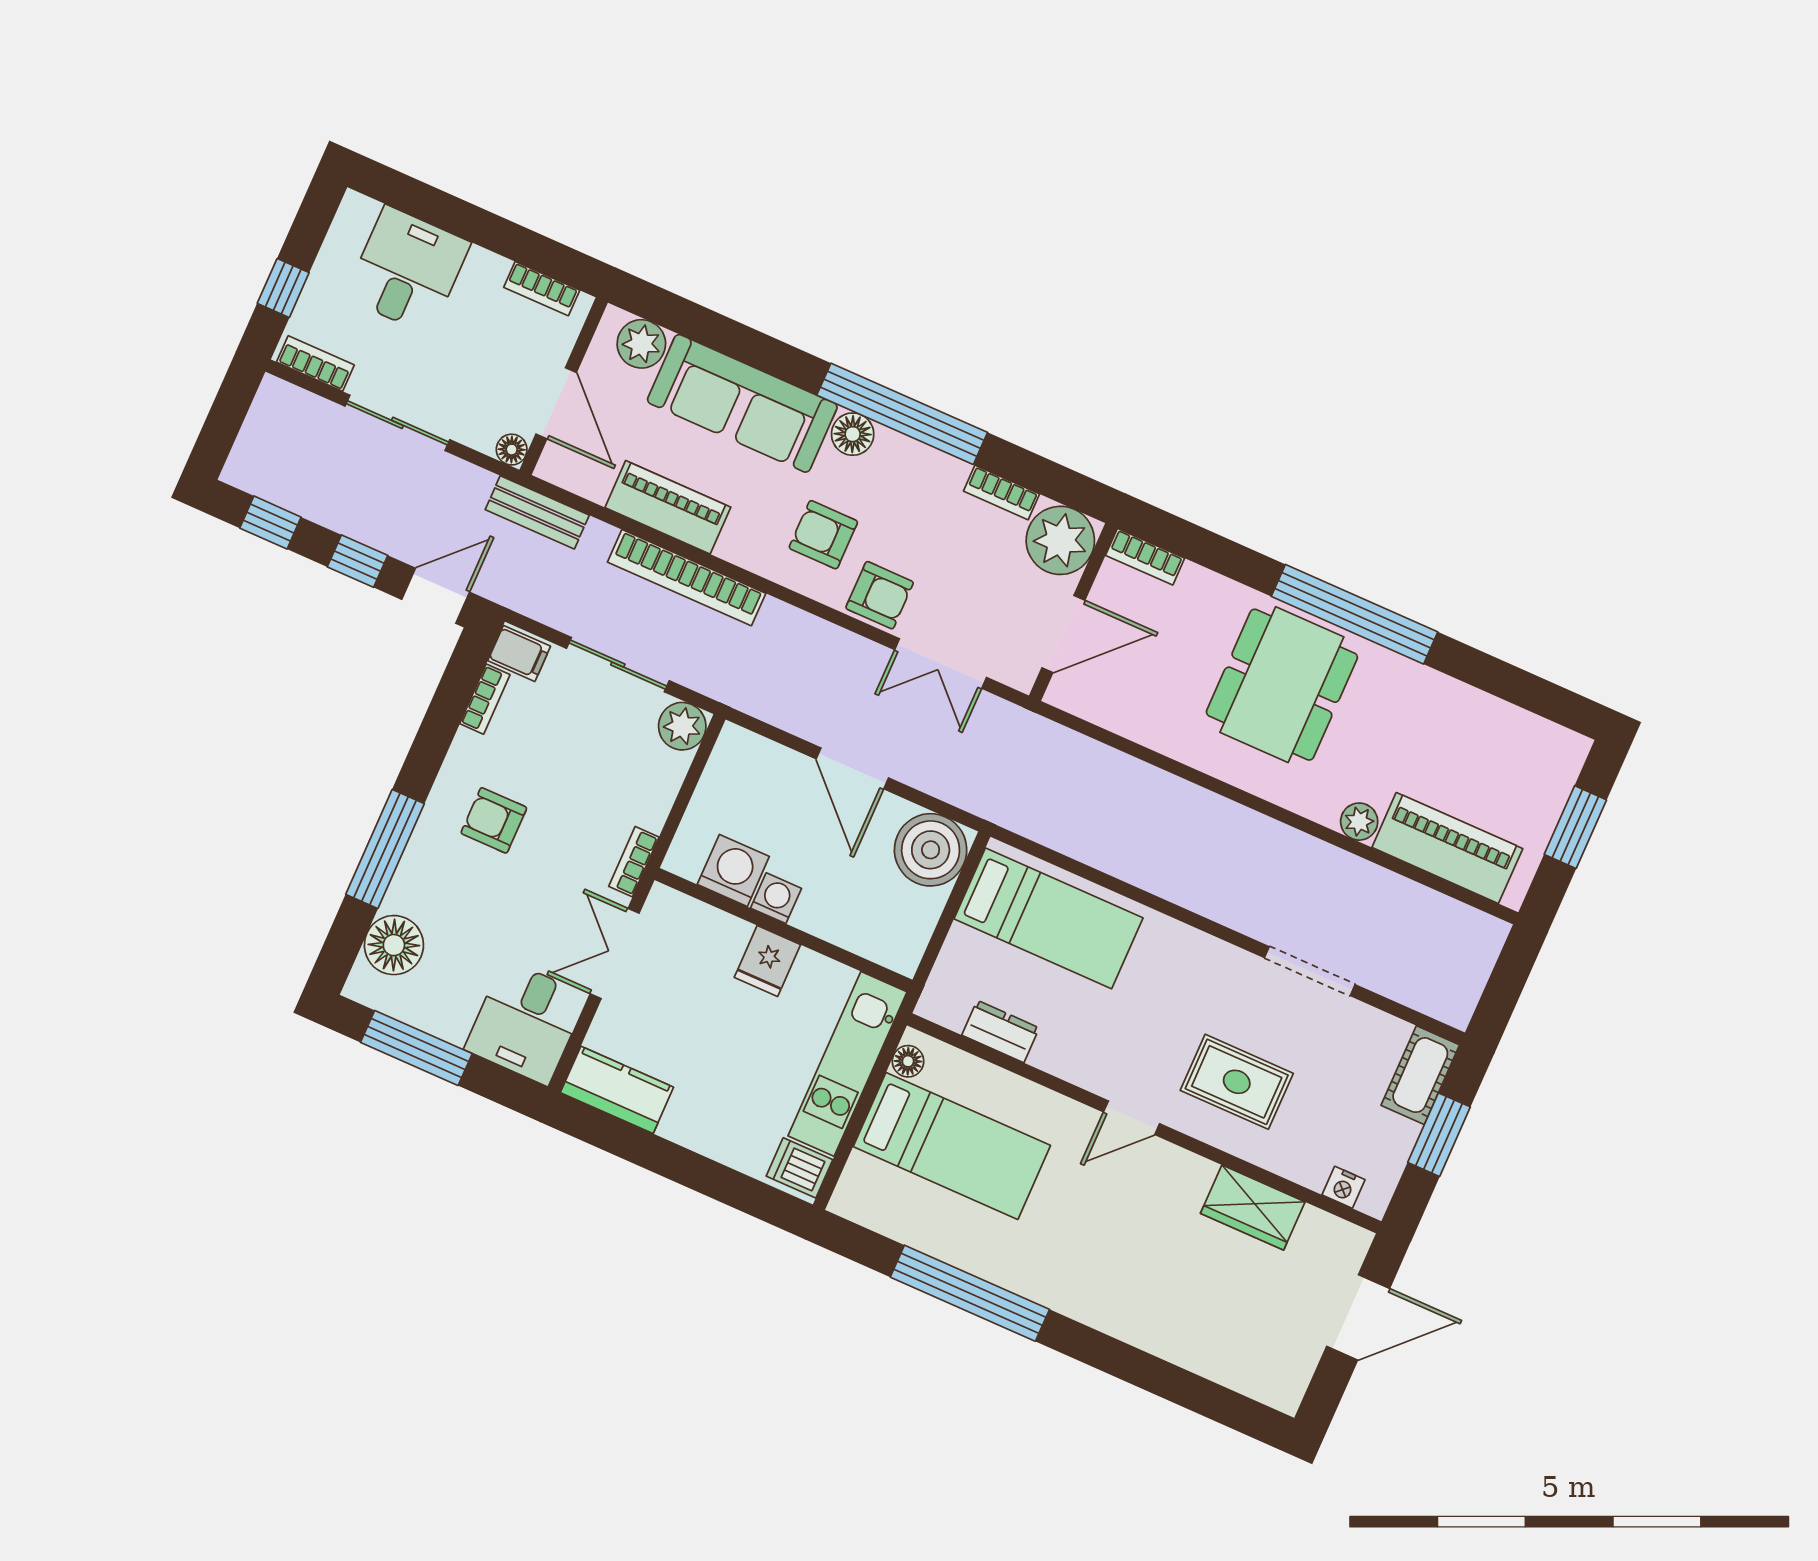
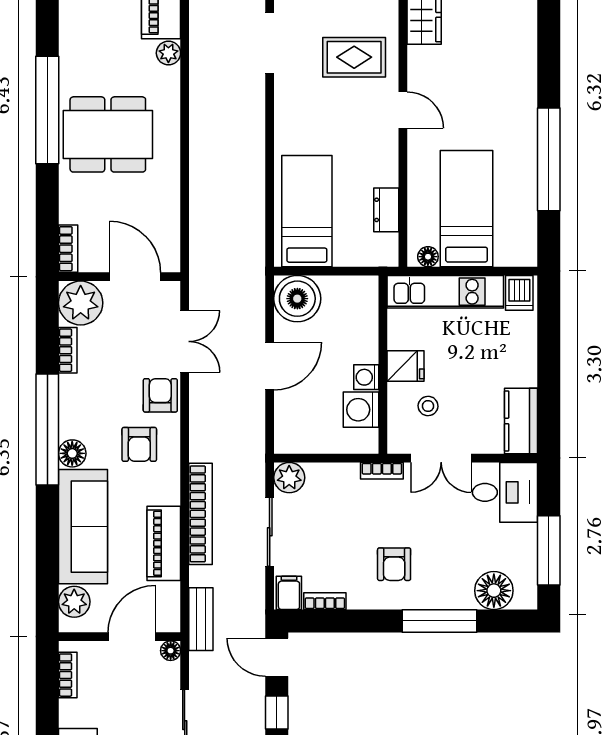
stool: (697, 968) -> (428, 406), added
rug: (1237, 1082) -> (354, 57), turned 90

